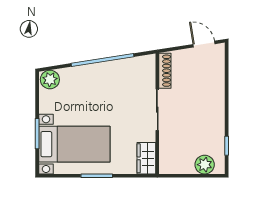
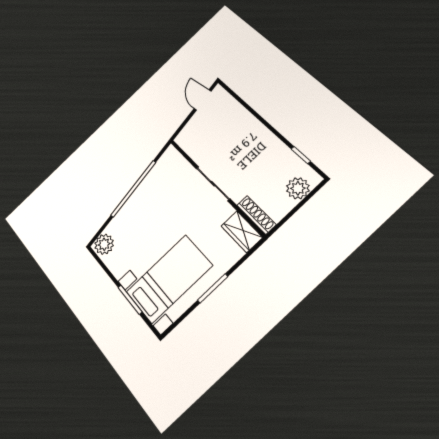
door: (204, 44) -> (203, 100), hinge flipped
shoe rack: (165, 71) -> (256, 215), moved

